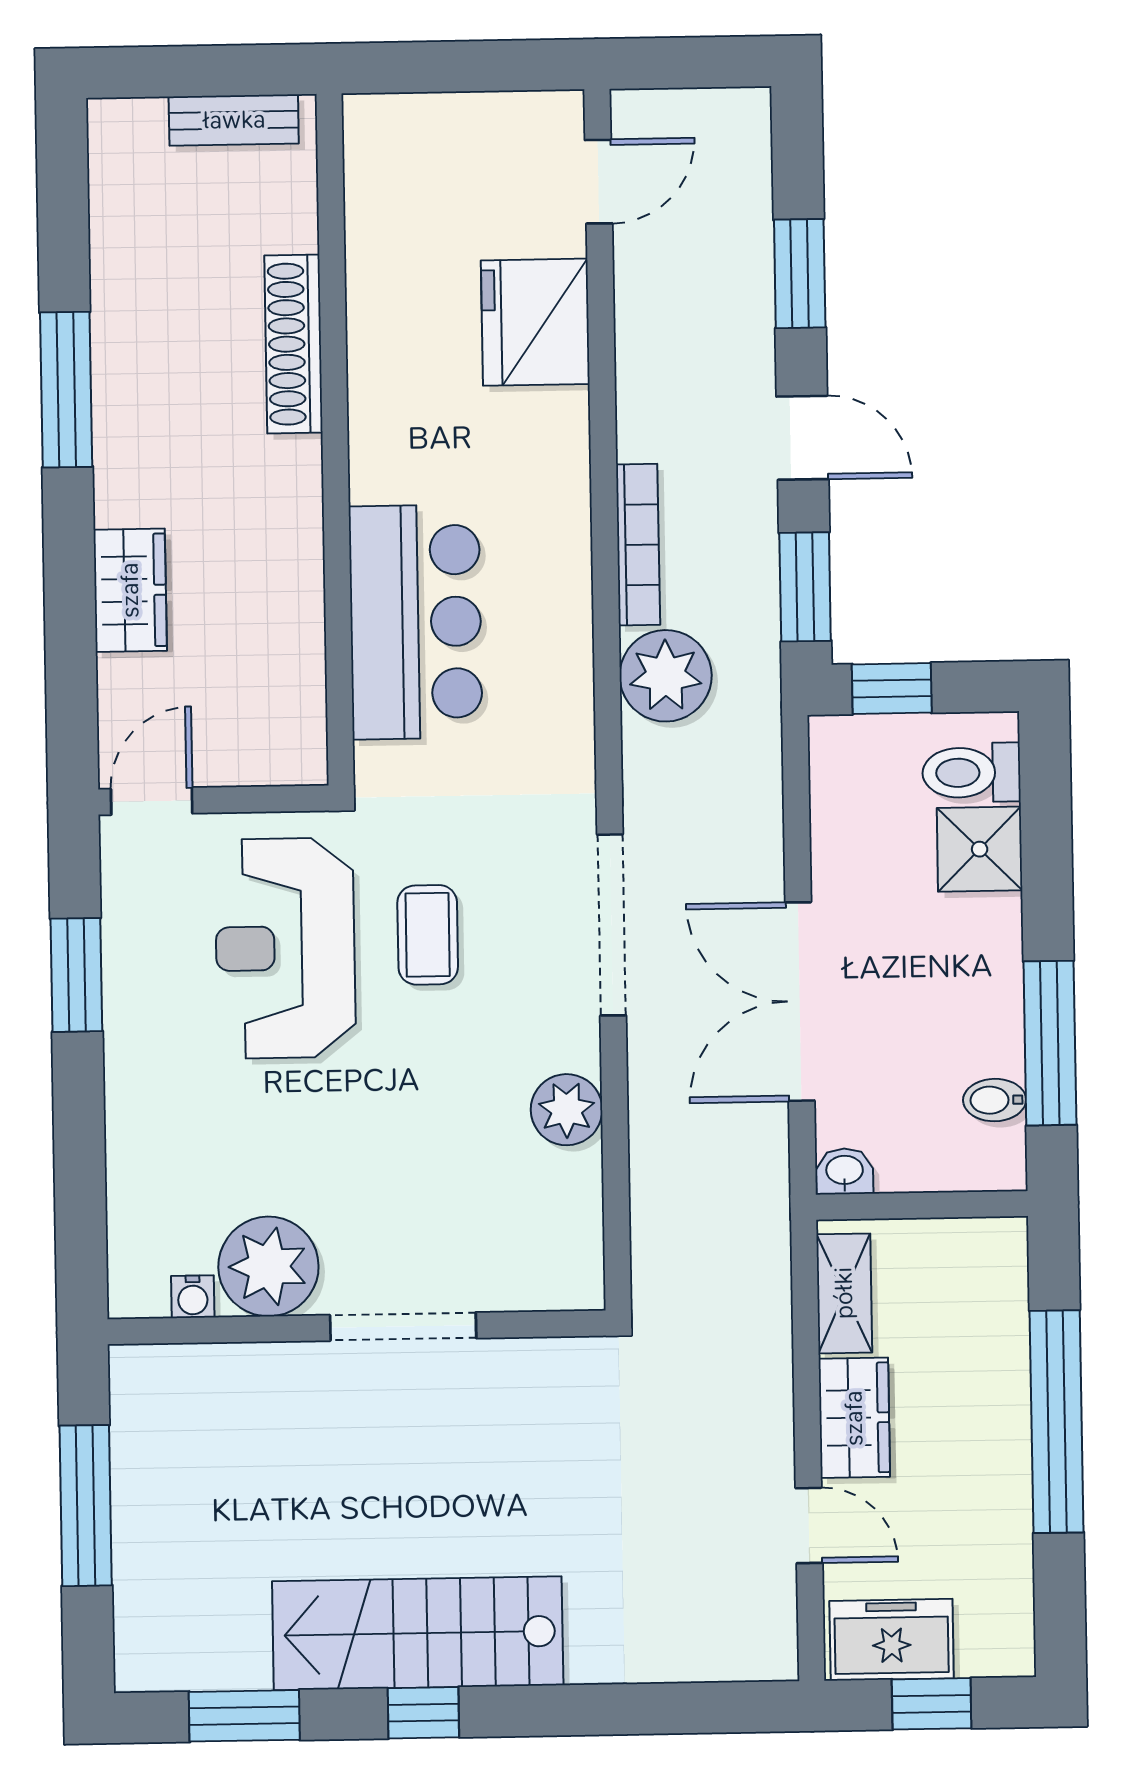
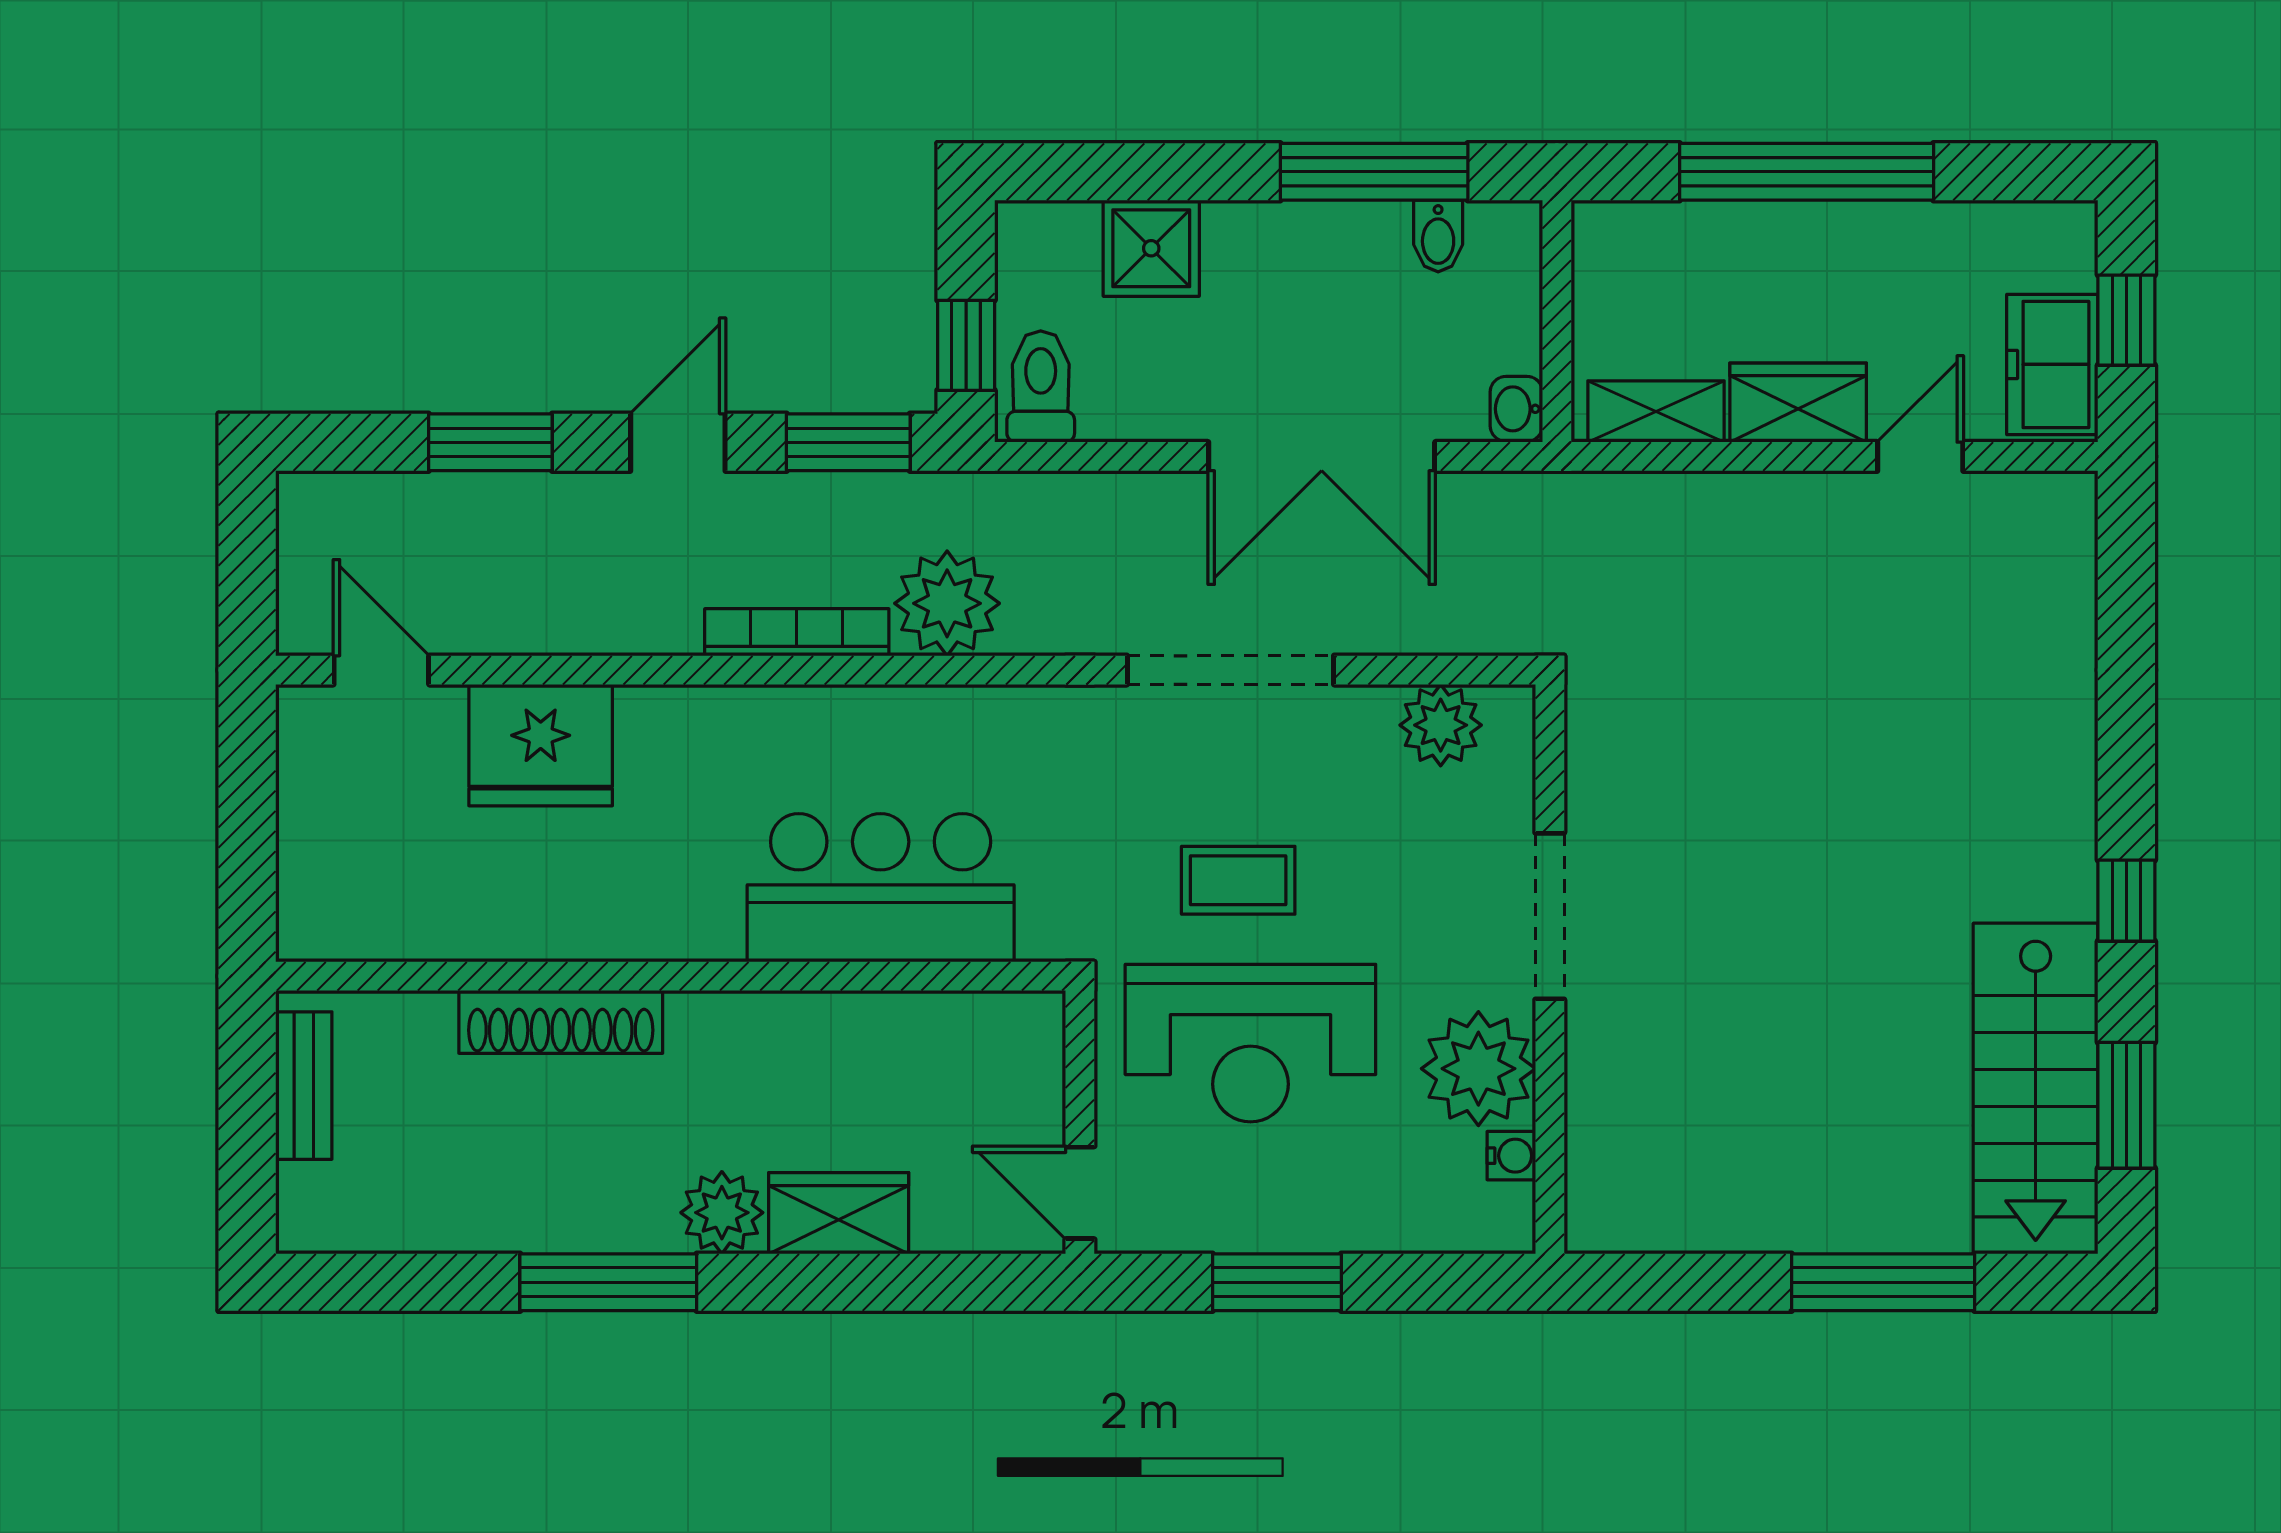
plant: (129, 488) -> (722, 1213), added
toilet: (971, 773) -> (1041, 387), moved, turned 180
plant: (268, 1266) -> (1478, 1069), moved
water cooler: (193, 1297) -> (1511, 1156), moved
wall: (357, 1327) -> (1550, 969), moved
doorway: (403, 1327) -> (1550, 916), moved
stairs: (418, 1633) -> (2036, 1088), moved

